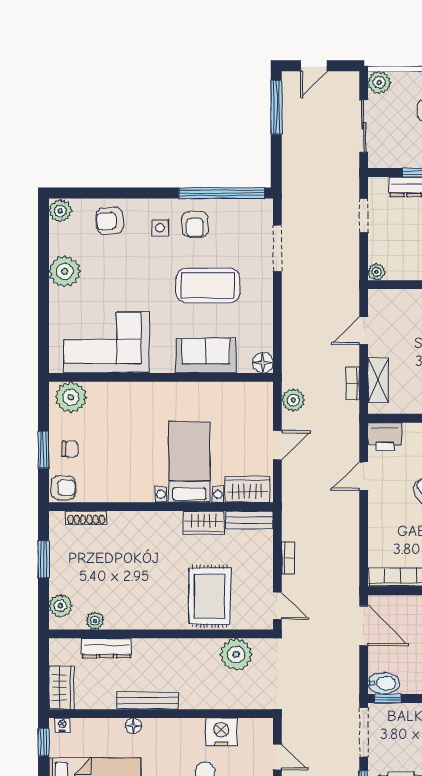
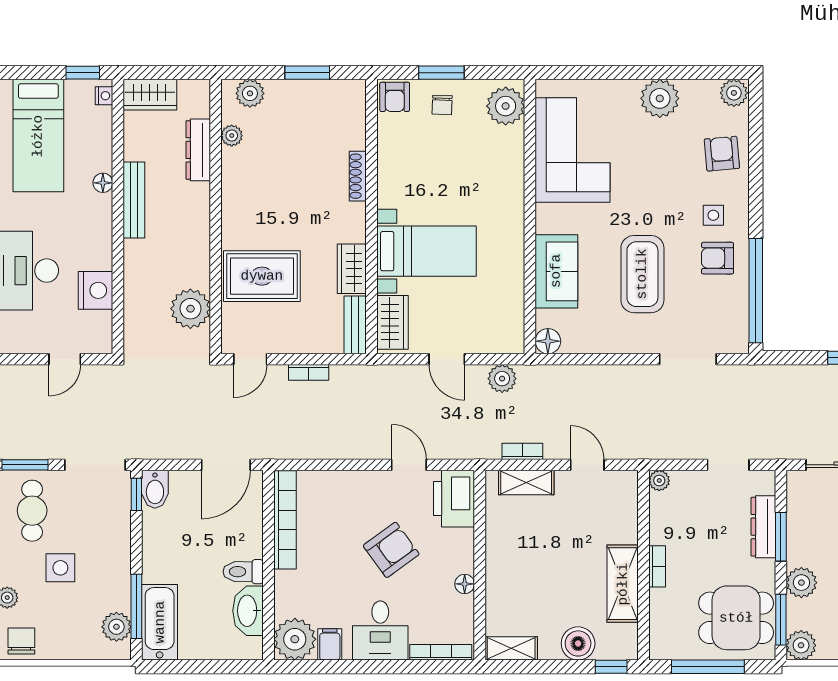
printer: (385, 437) -> (454, 499), width x1.37, depth x1.19
shoe rack: (86, 518) -> (358, 176), moved

